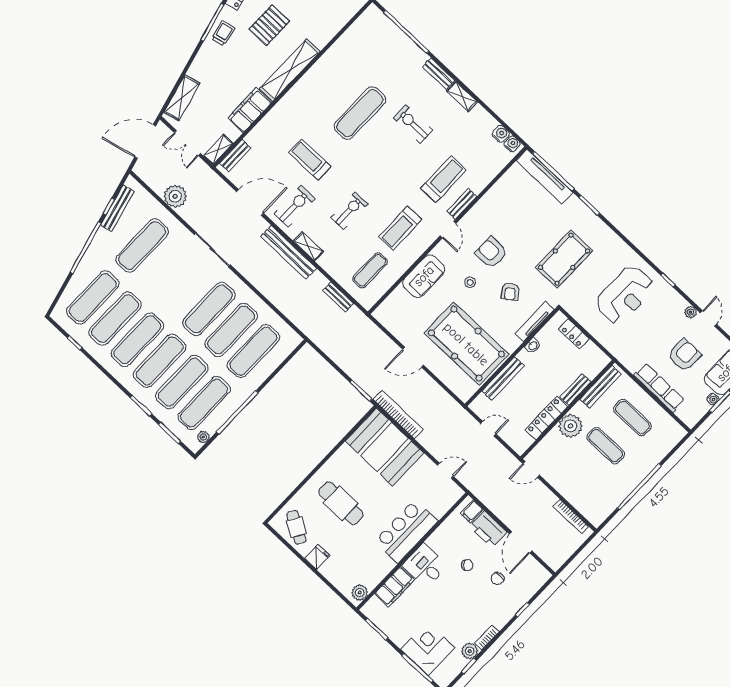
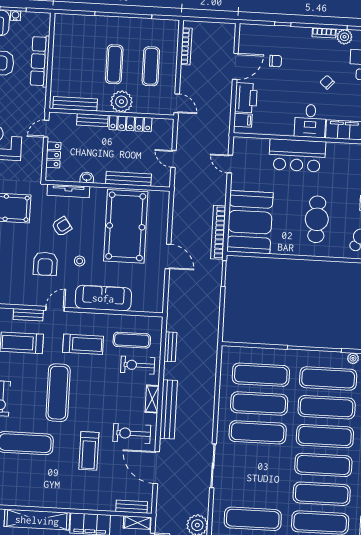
exercise mat: (378, 174) -> (58, 393), added
exercise bike: (349, 211) -> (138, 365), moved
sofa: (424, 276) -> (103, 298), width x1.36
door: (600, 346) -> (46, 129), added
exercise mat: (632, 418) -> (151, 66), moved
chair: (467, 565) -> (327, 82), moved

